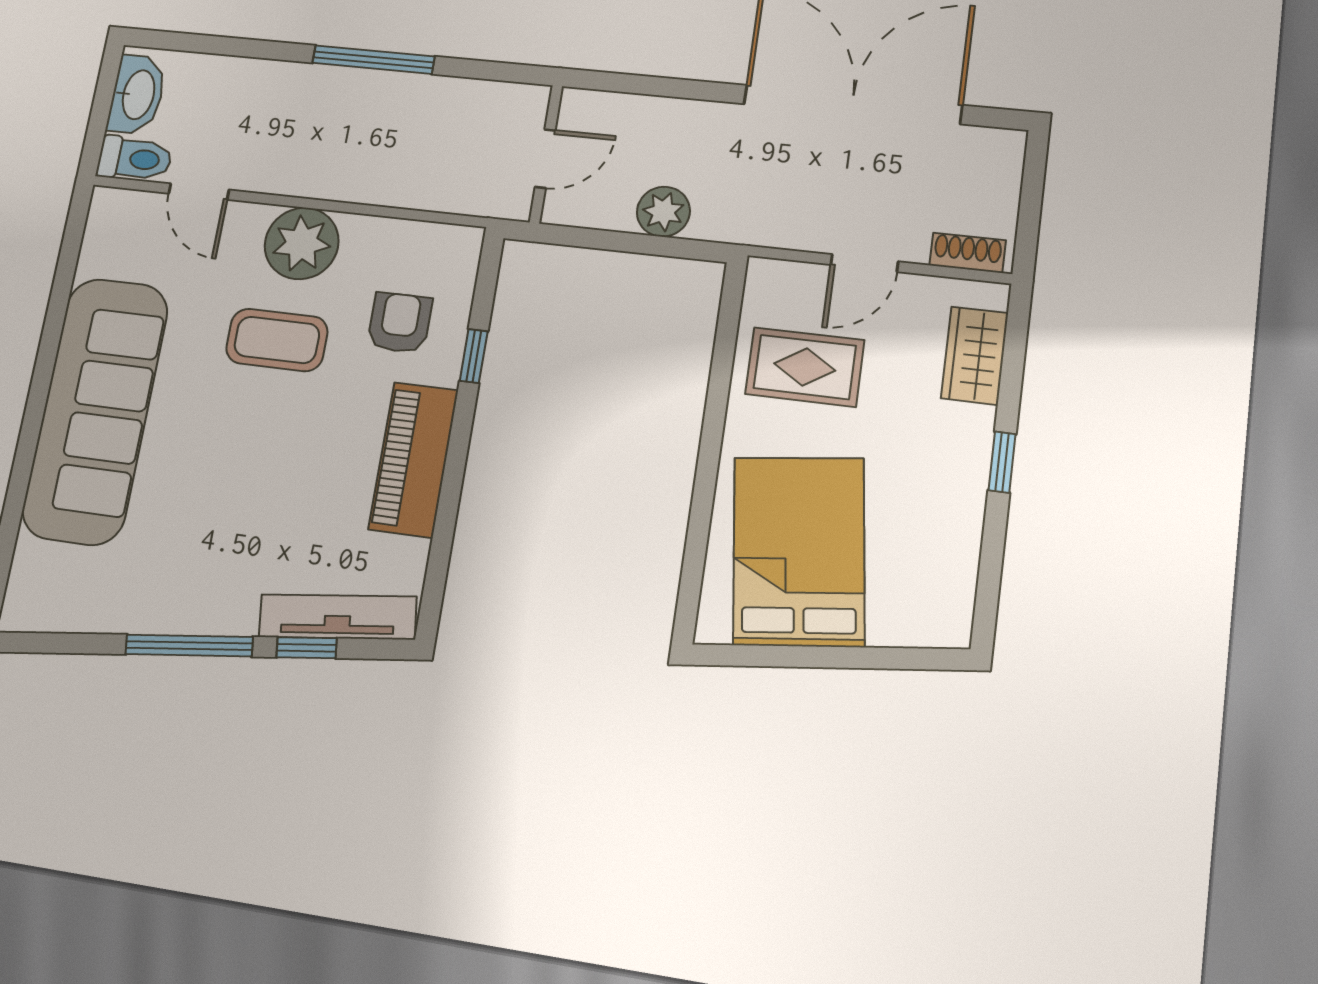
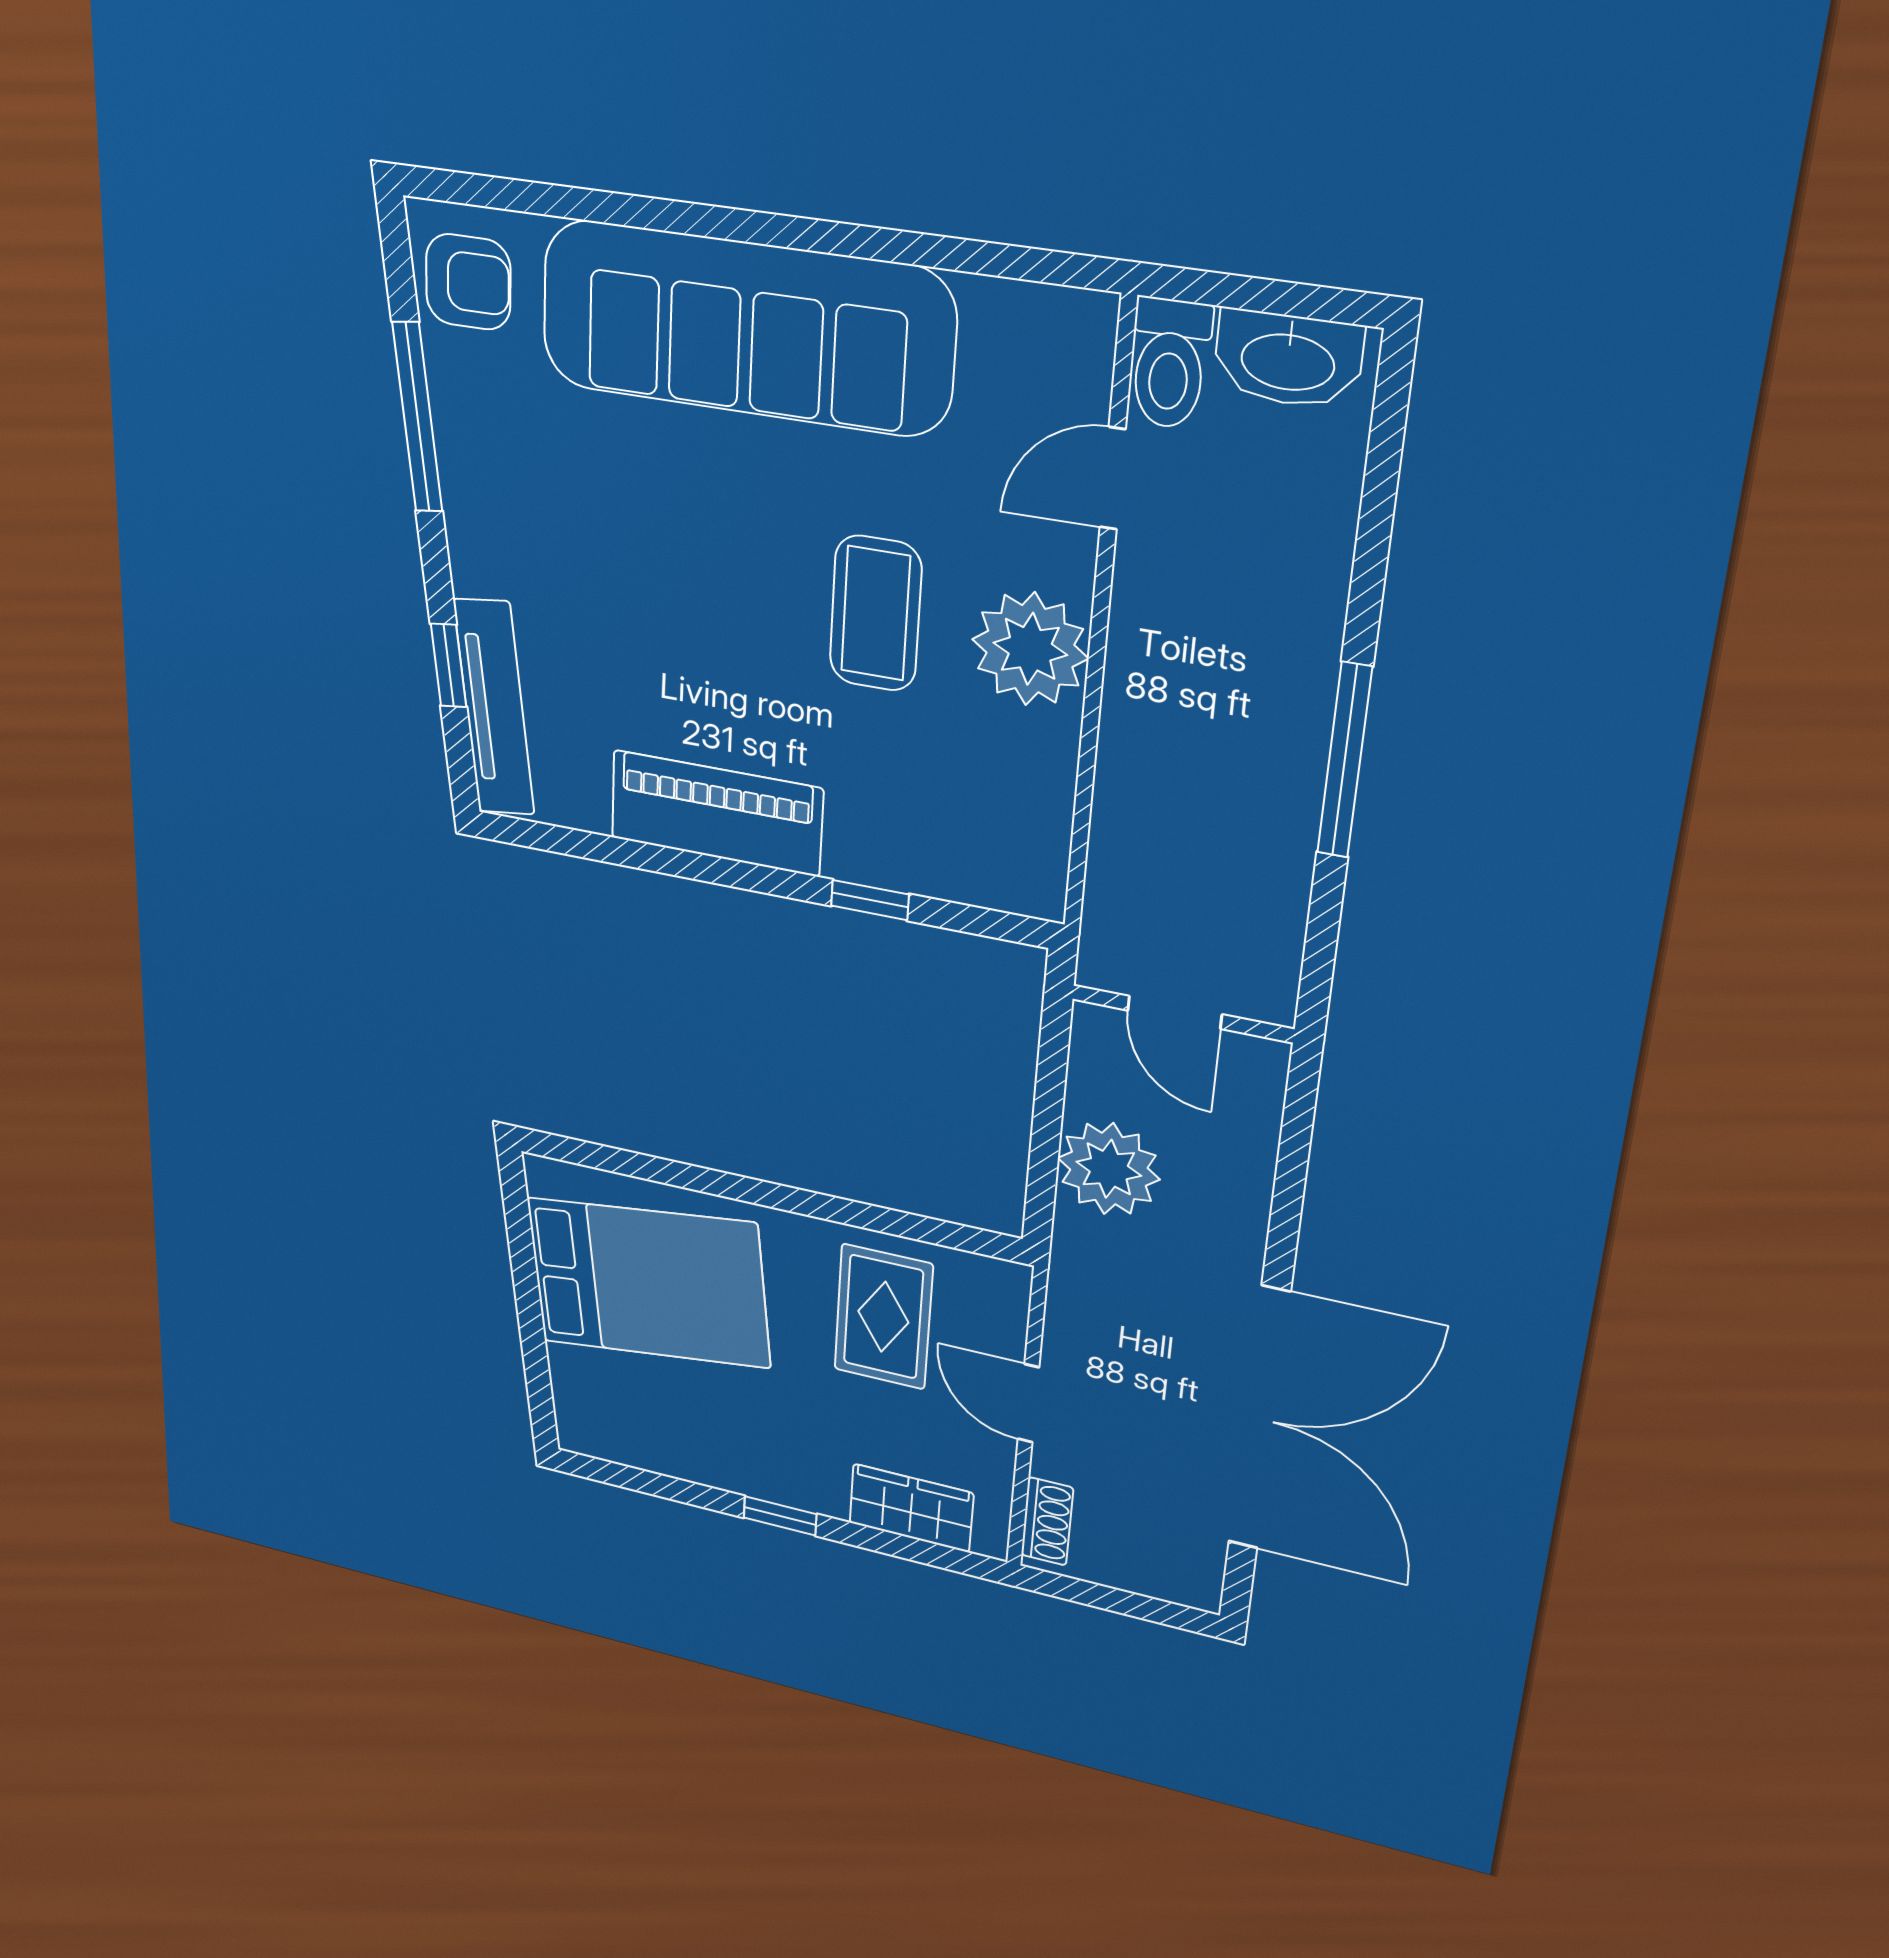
plant: (663, 212) -> (1109, 1169), width x1.36, depth x1.36
armchair: (400, 323) -> (468, 282), moved
window: (189, 646) -> (417, 417), moved

